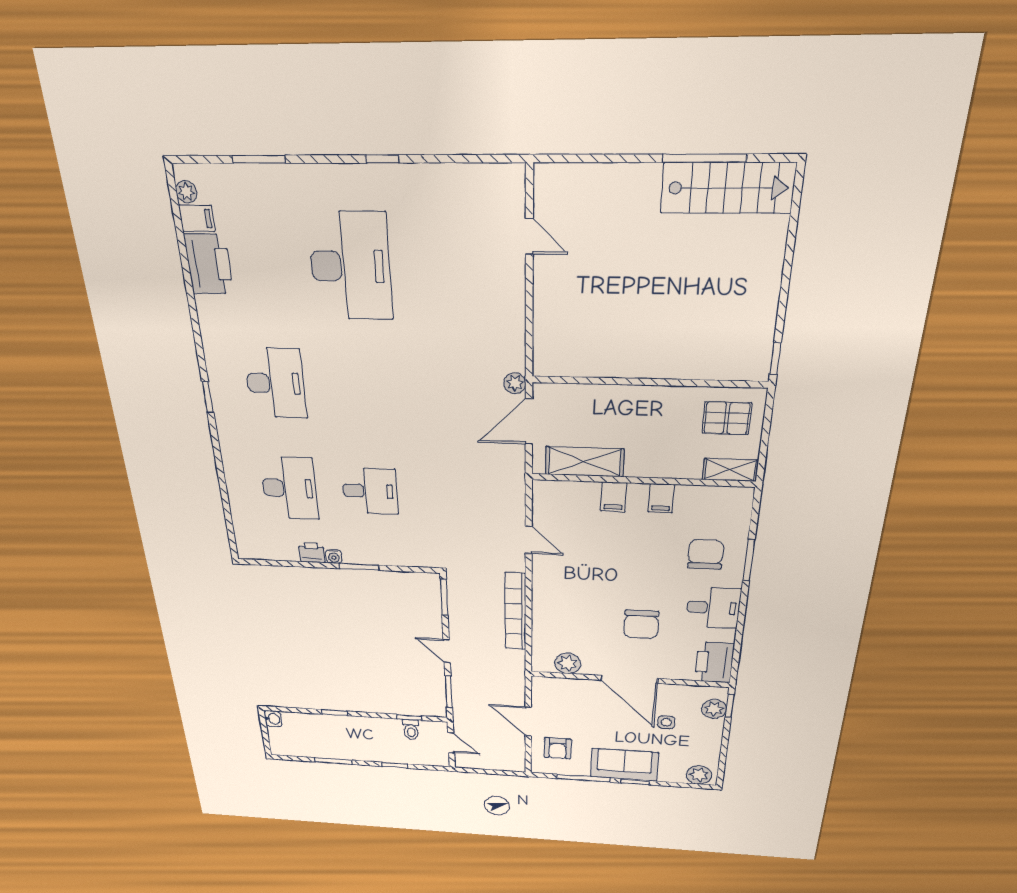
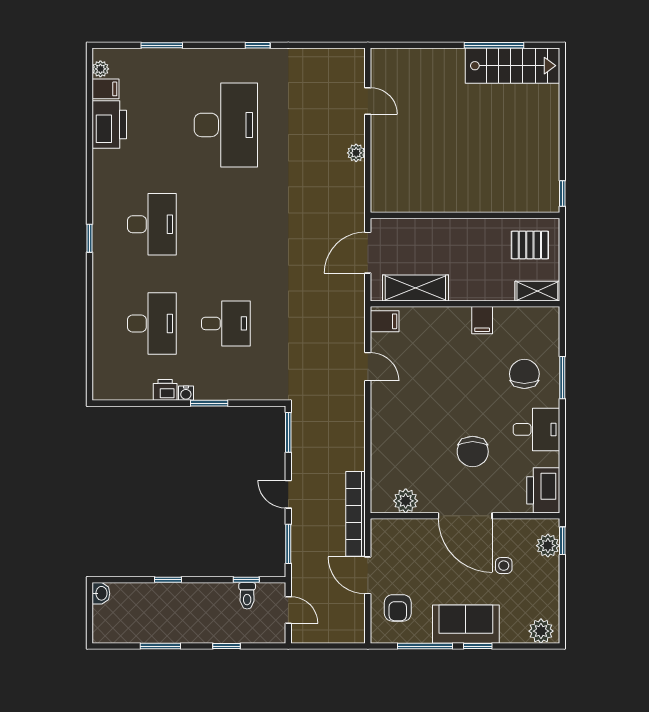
plant: (515, 383) -> (356, 153), moved
filing cabinet: (614, 497) -> (385, 321), moved, turned -90
bookcase: (515, 612) -> (356, 514), moved

